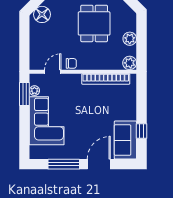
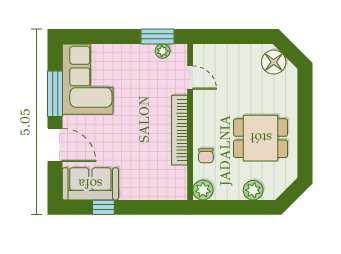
plant: (130, 39) -> (253, 190), moved
chair: (71, 63) -> (206, 156), moved
bookcase: (106, 79) -> (179, 130), moved
corner sofa: (47, 121) -> (88, 79), moved, turned -90

